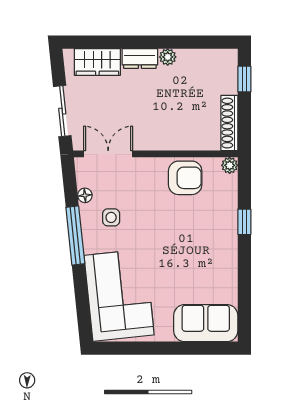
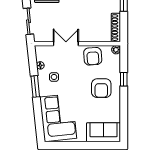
double door: (108, 154) -> (66, 44), moved
armchair: (185, 178) -> (93, 56), turned 86
window: (75, 235) -> (35, 86), width x0.69
armchair: (201, 239) -> (101, 88), added

